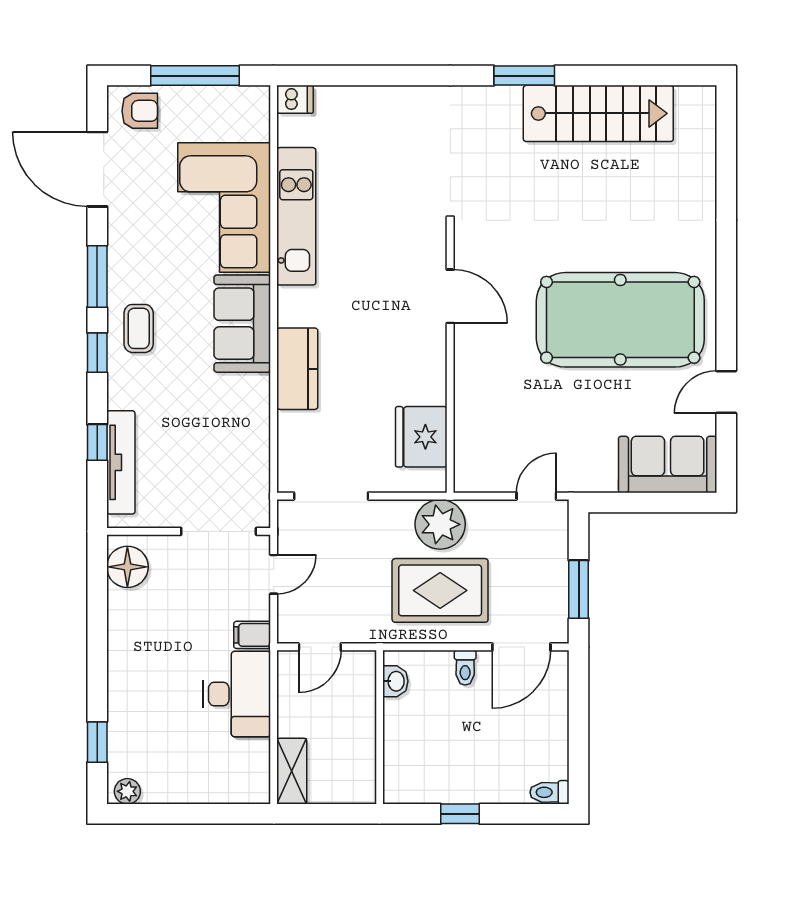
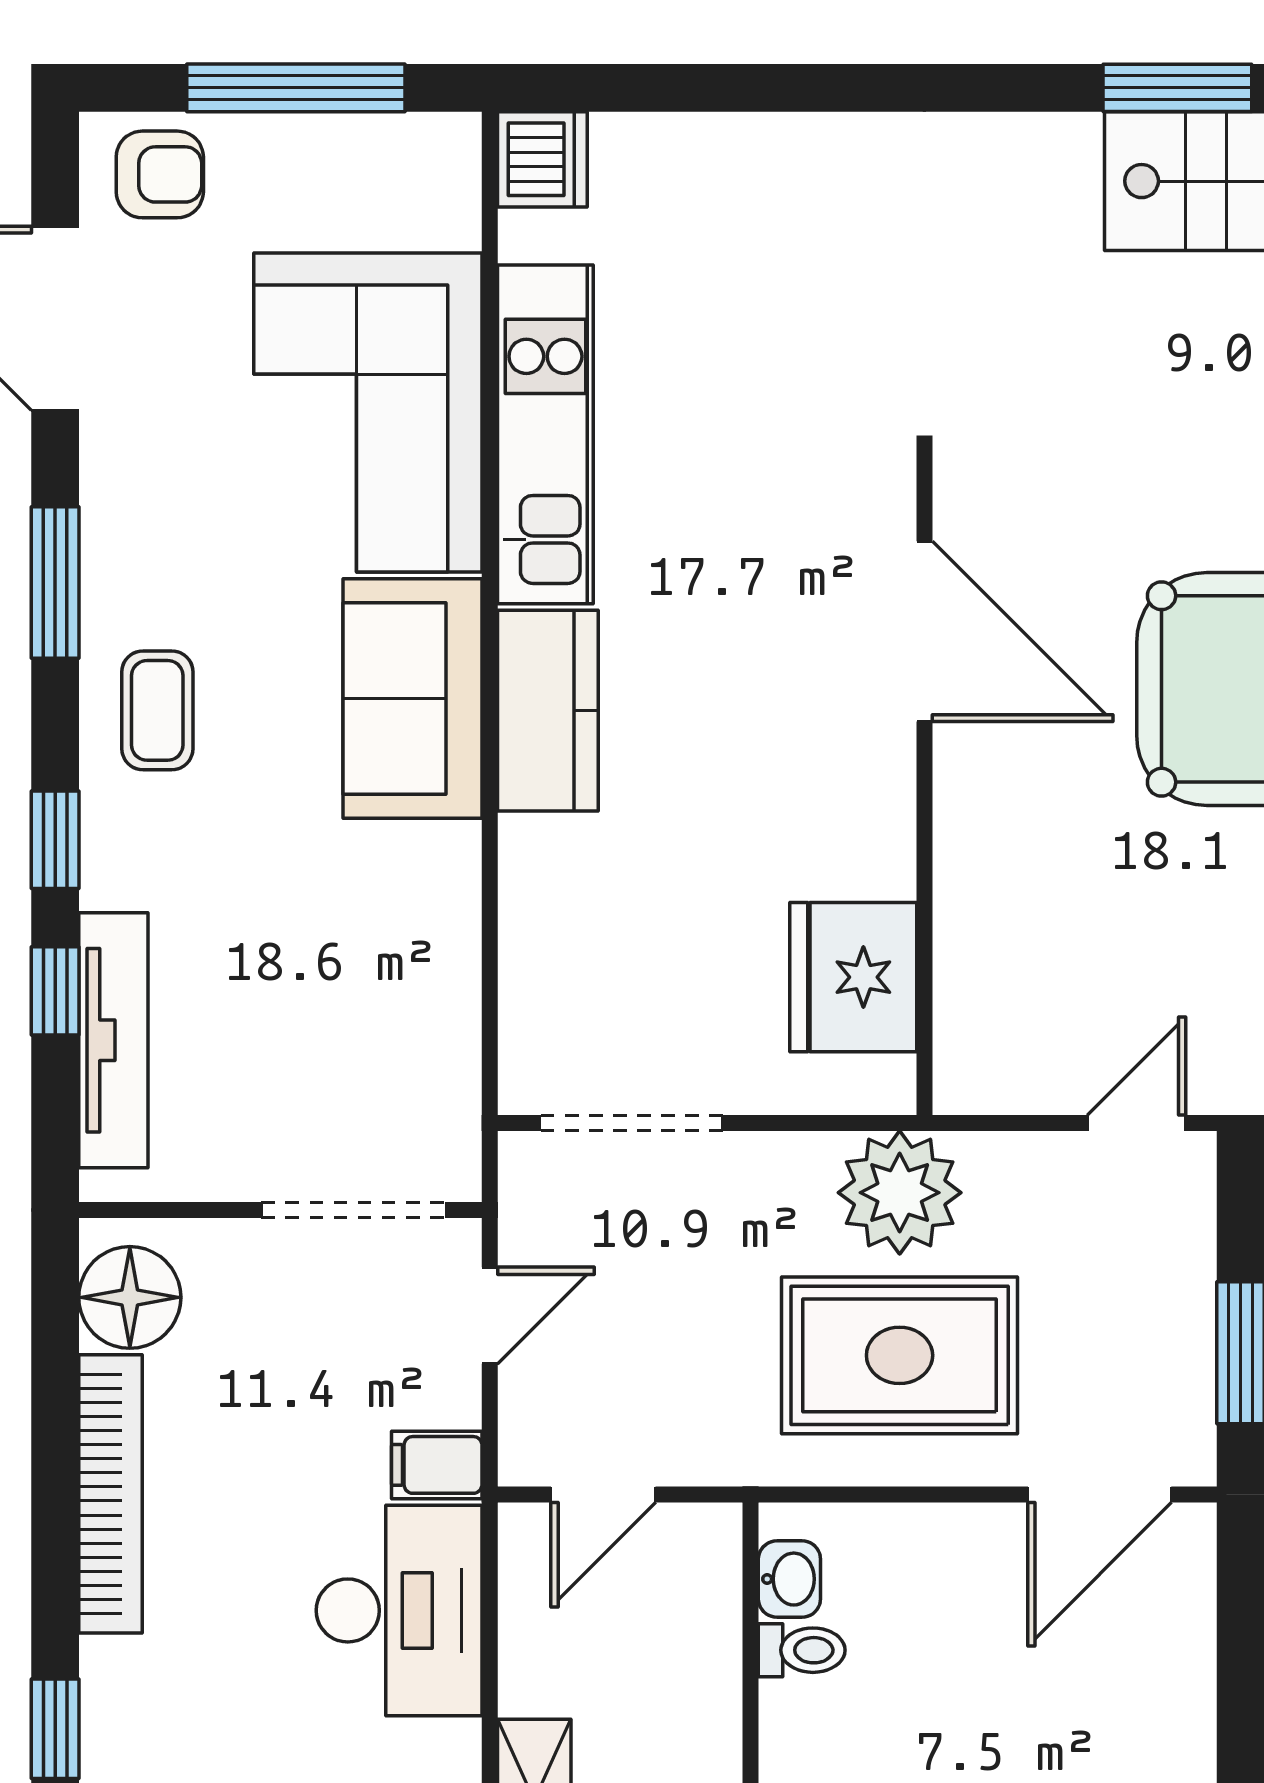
window: (524, 76) -> (1177, 88), moved
dishwasher: (295, 99) -> (542, 159), width x1.38
door: (450, 296) -> (924, 631), width x1.36
window: (97, 353) -> (55, 840), moved
kitchen counter: (297, 369) -> (548, 711), moved
bookcase: (120, 647) -> (110, 1494), added
toilet: (465, 668) -> (802, 1650), moved, turned -90

